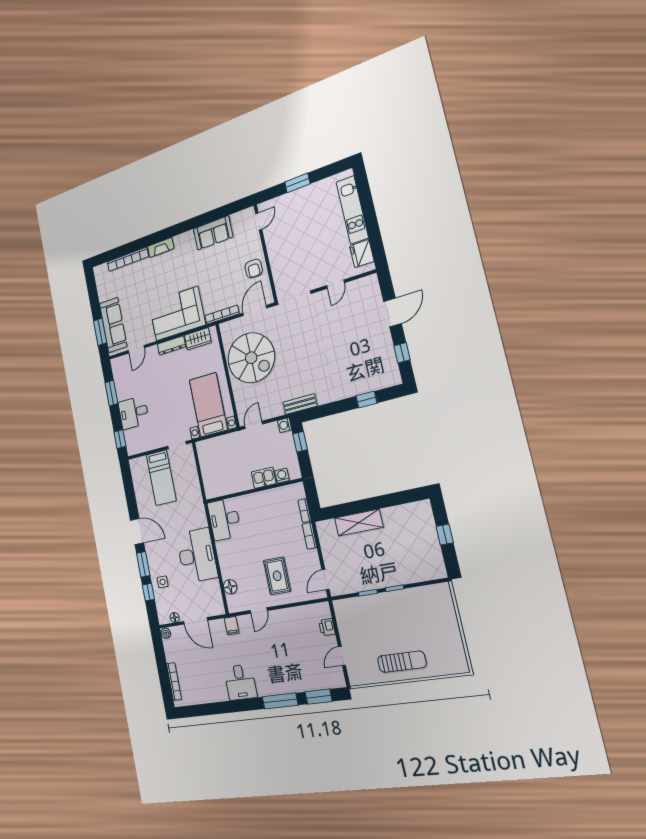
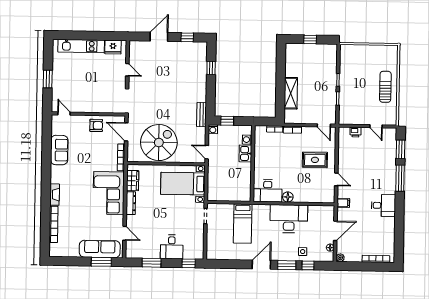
door: (392, 312) -> (159, 37), hinge flipped
bed: (161, 478) -> (243, 224), moved, turned 90
floor lamp: (230, 587) -> (288, 197), moved

